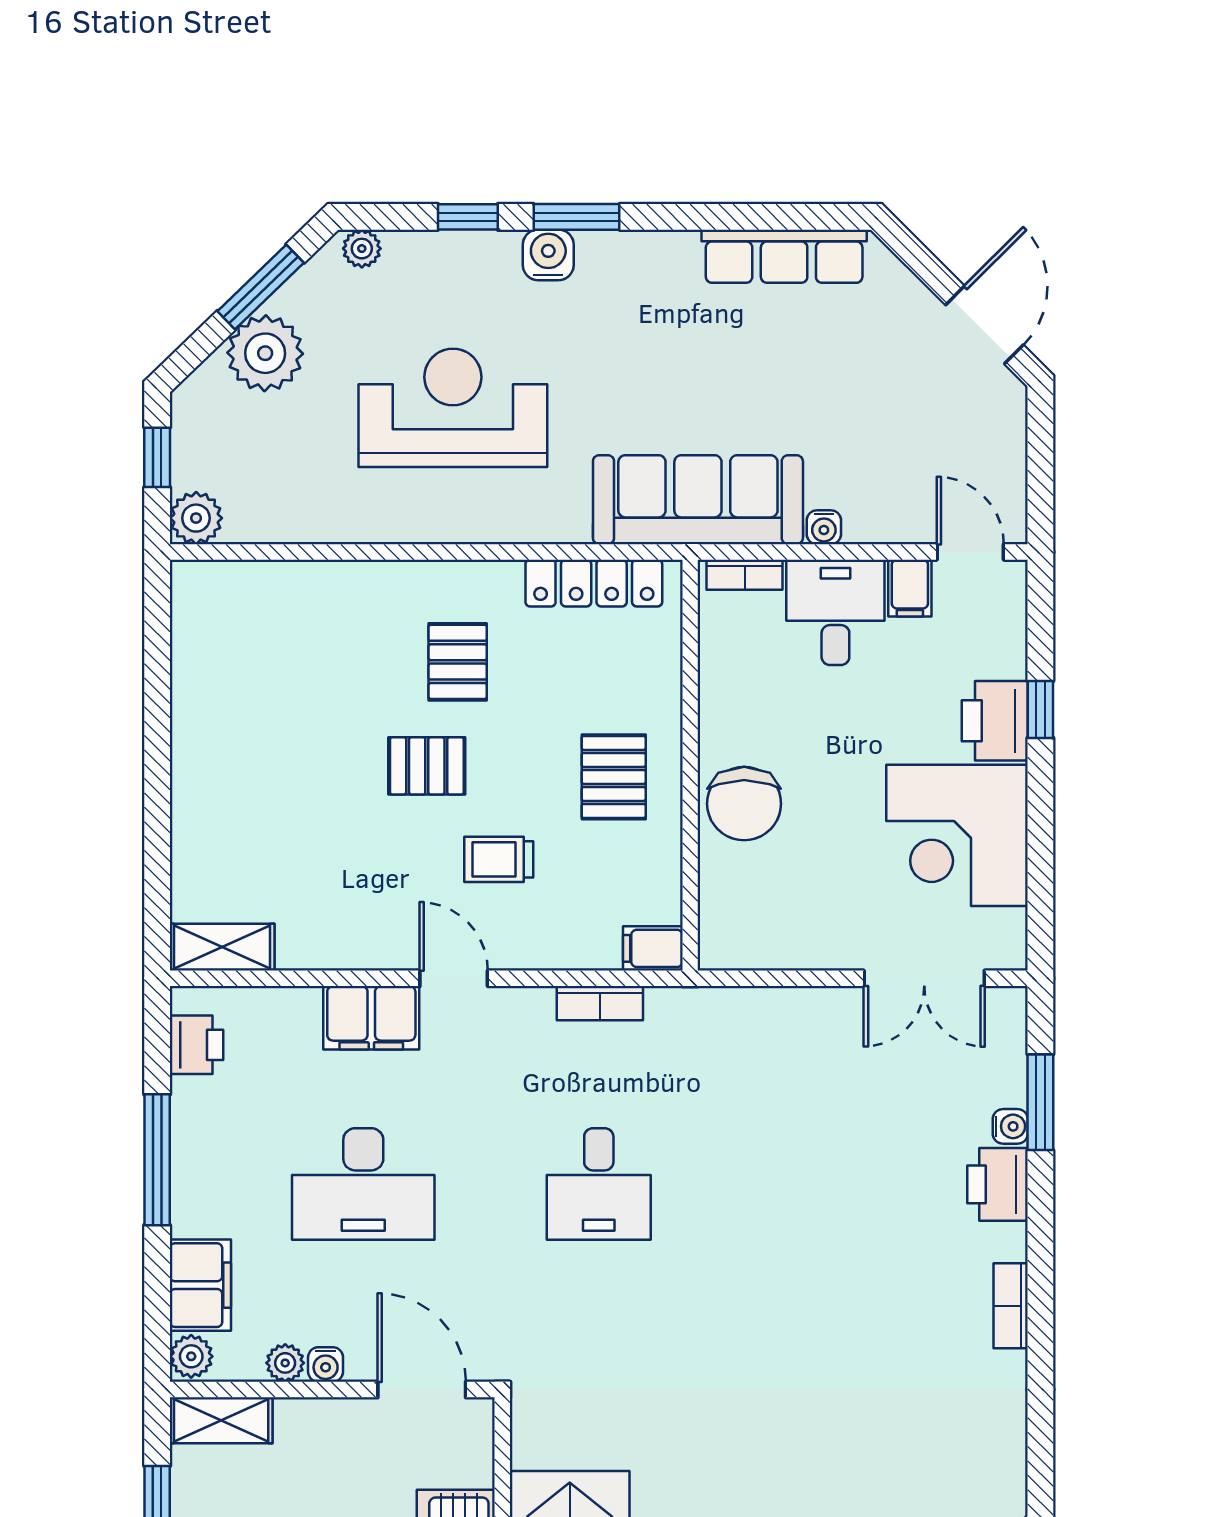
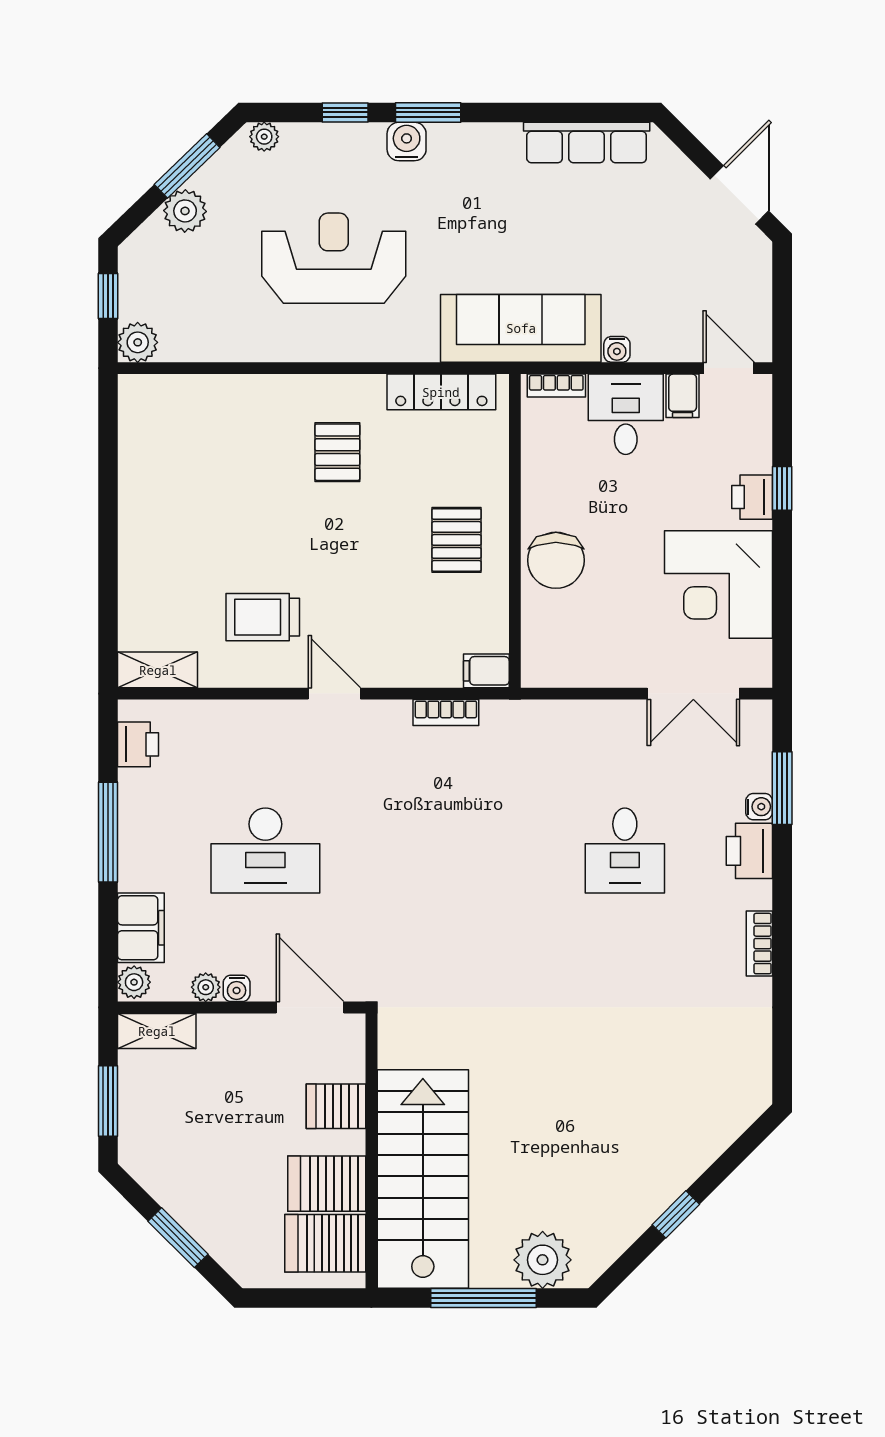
plant: (265, 353) -> (185, 211), width x0.73, depth x0.73
printer: (995, 721) -> (752, 497), width x0.73, depth x0.81
pallet: (427, 766) -> (314, 531), removed
trolley: (499, 859) -> (263, 617), moved, width x1.36, depth x1.39
filing cabinet: (371, 1018) -> (271, 724), removed
desk: (599, 1184) -> (625, 851), moved

